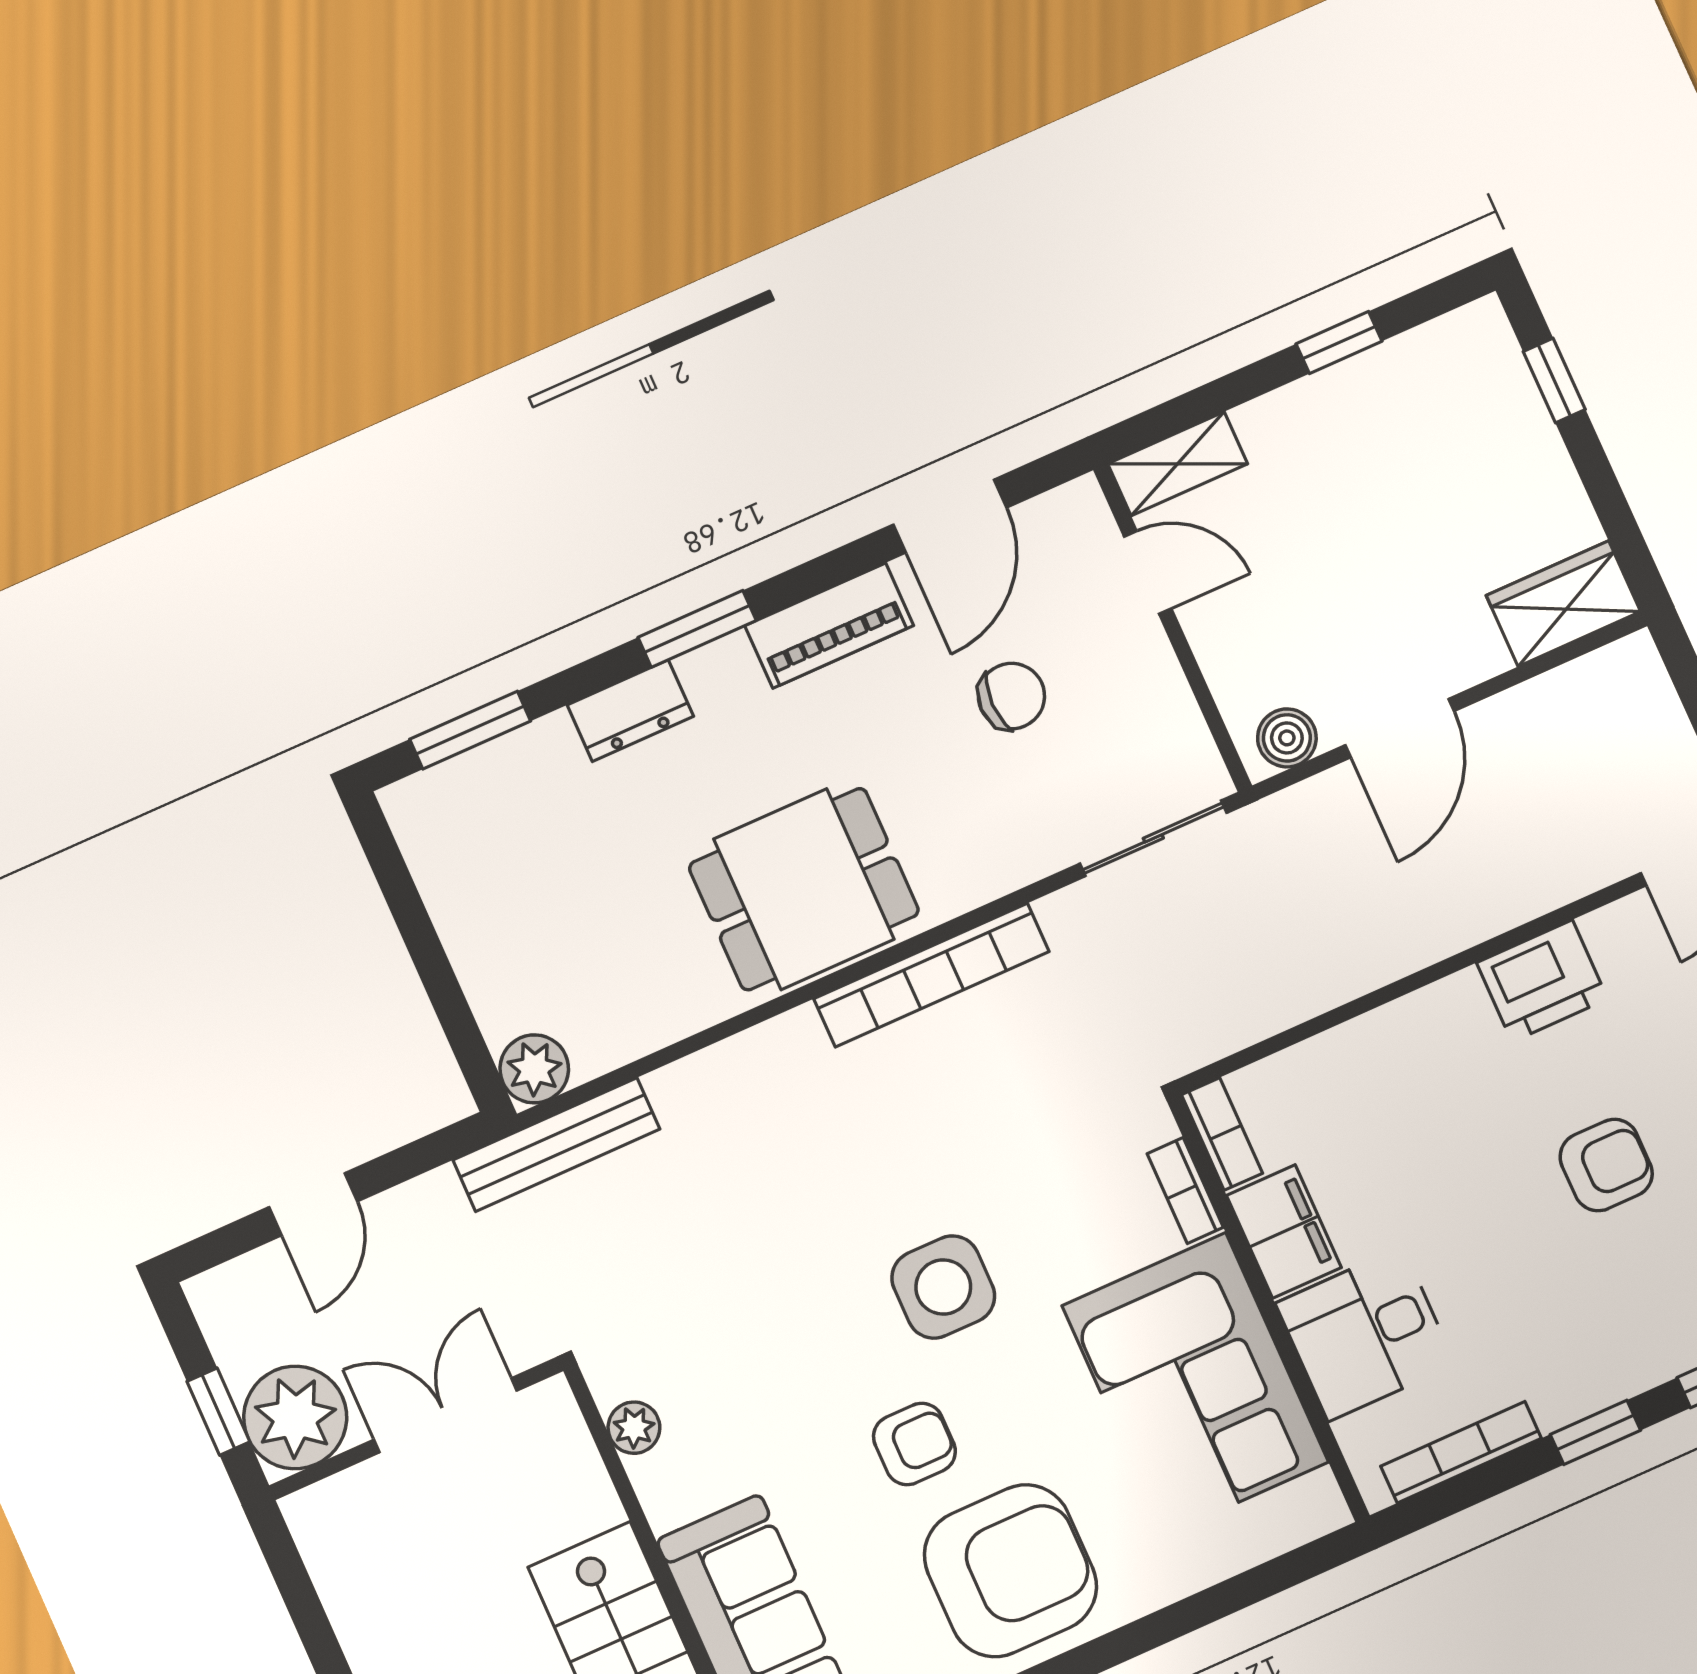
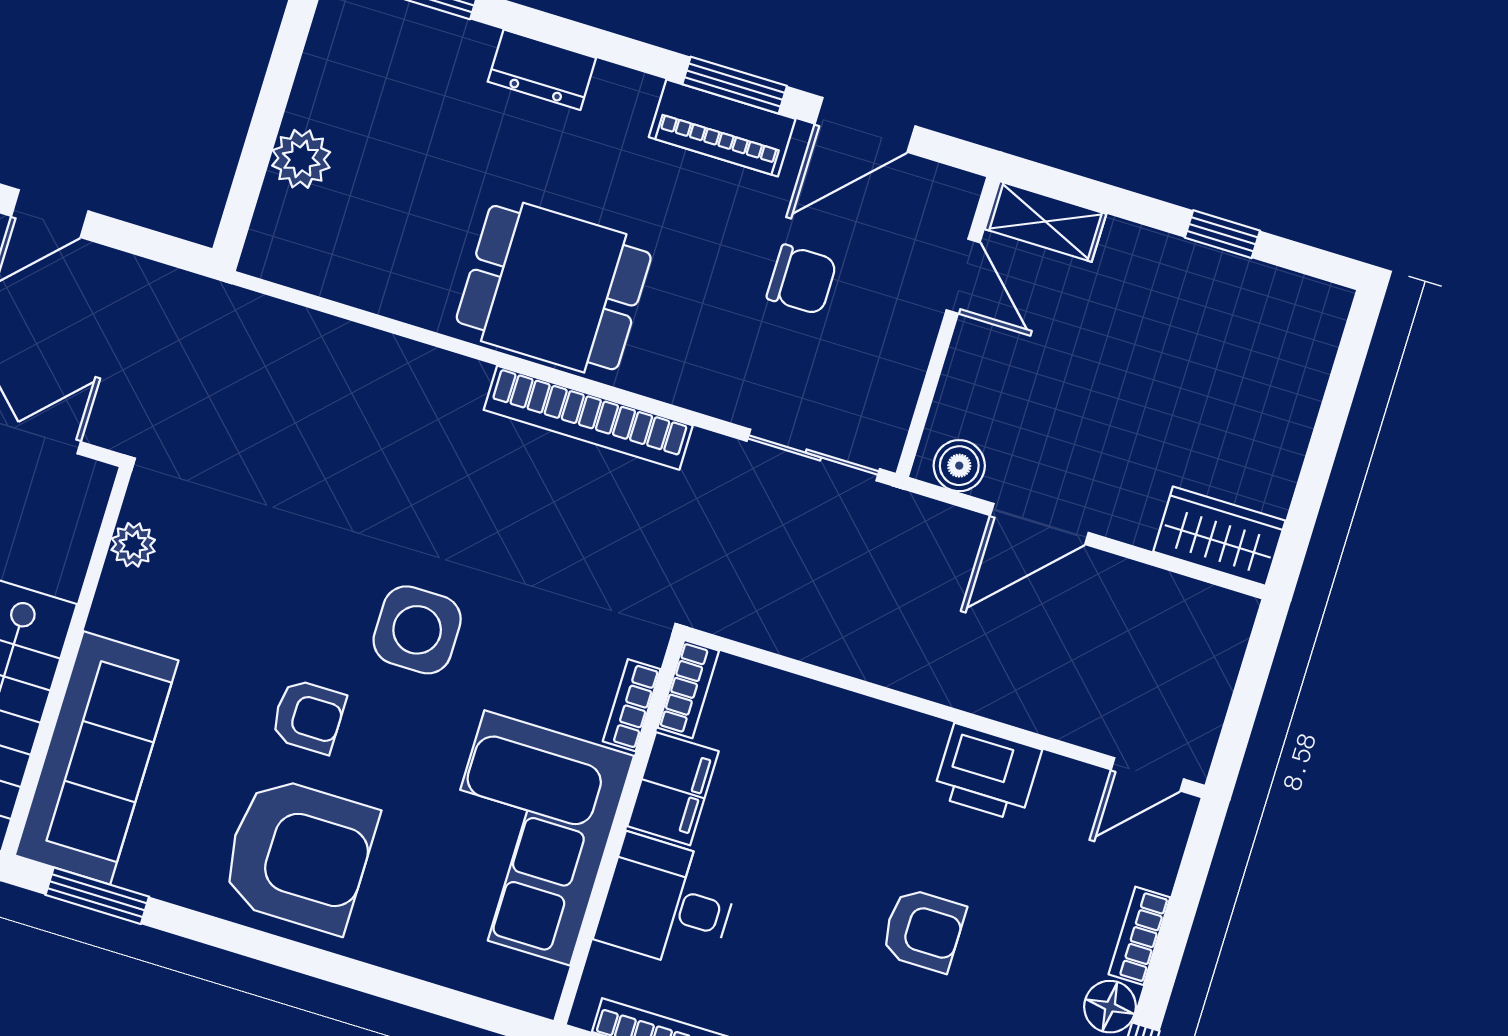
window: (1554, 381) -> (1343, 383), removed
window: (697, 629) -> (735, 85), moved
plant: (534, 1069) -> (301, 159), moved
bench: (556, 1145) -> (244, 314), removed

